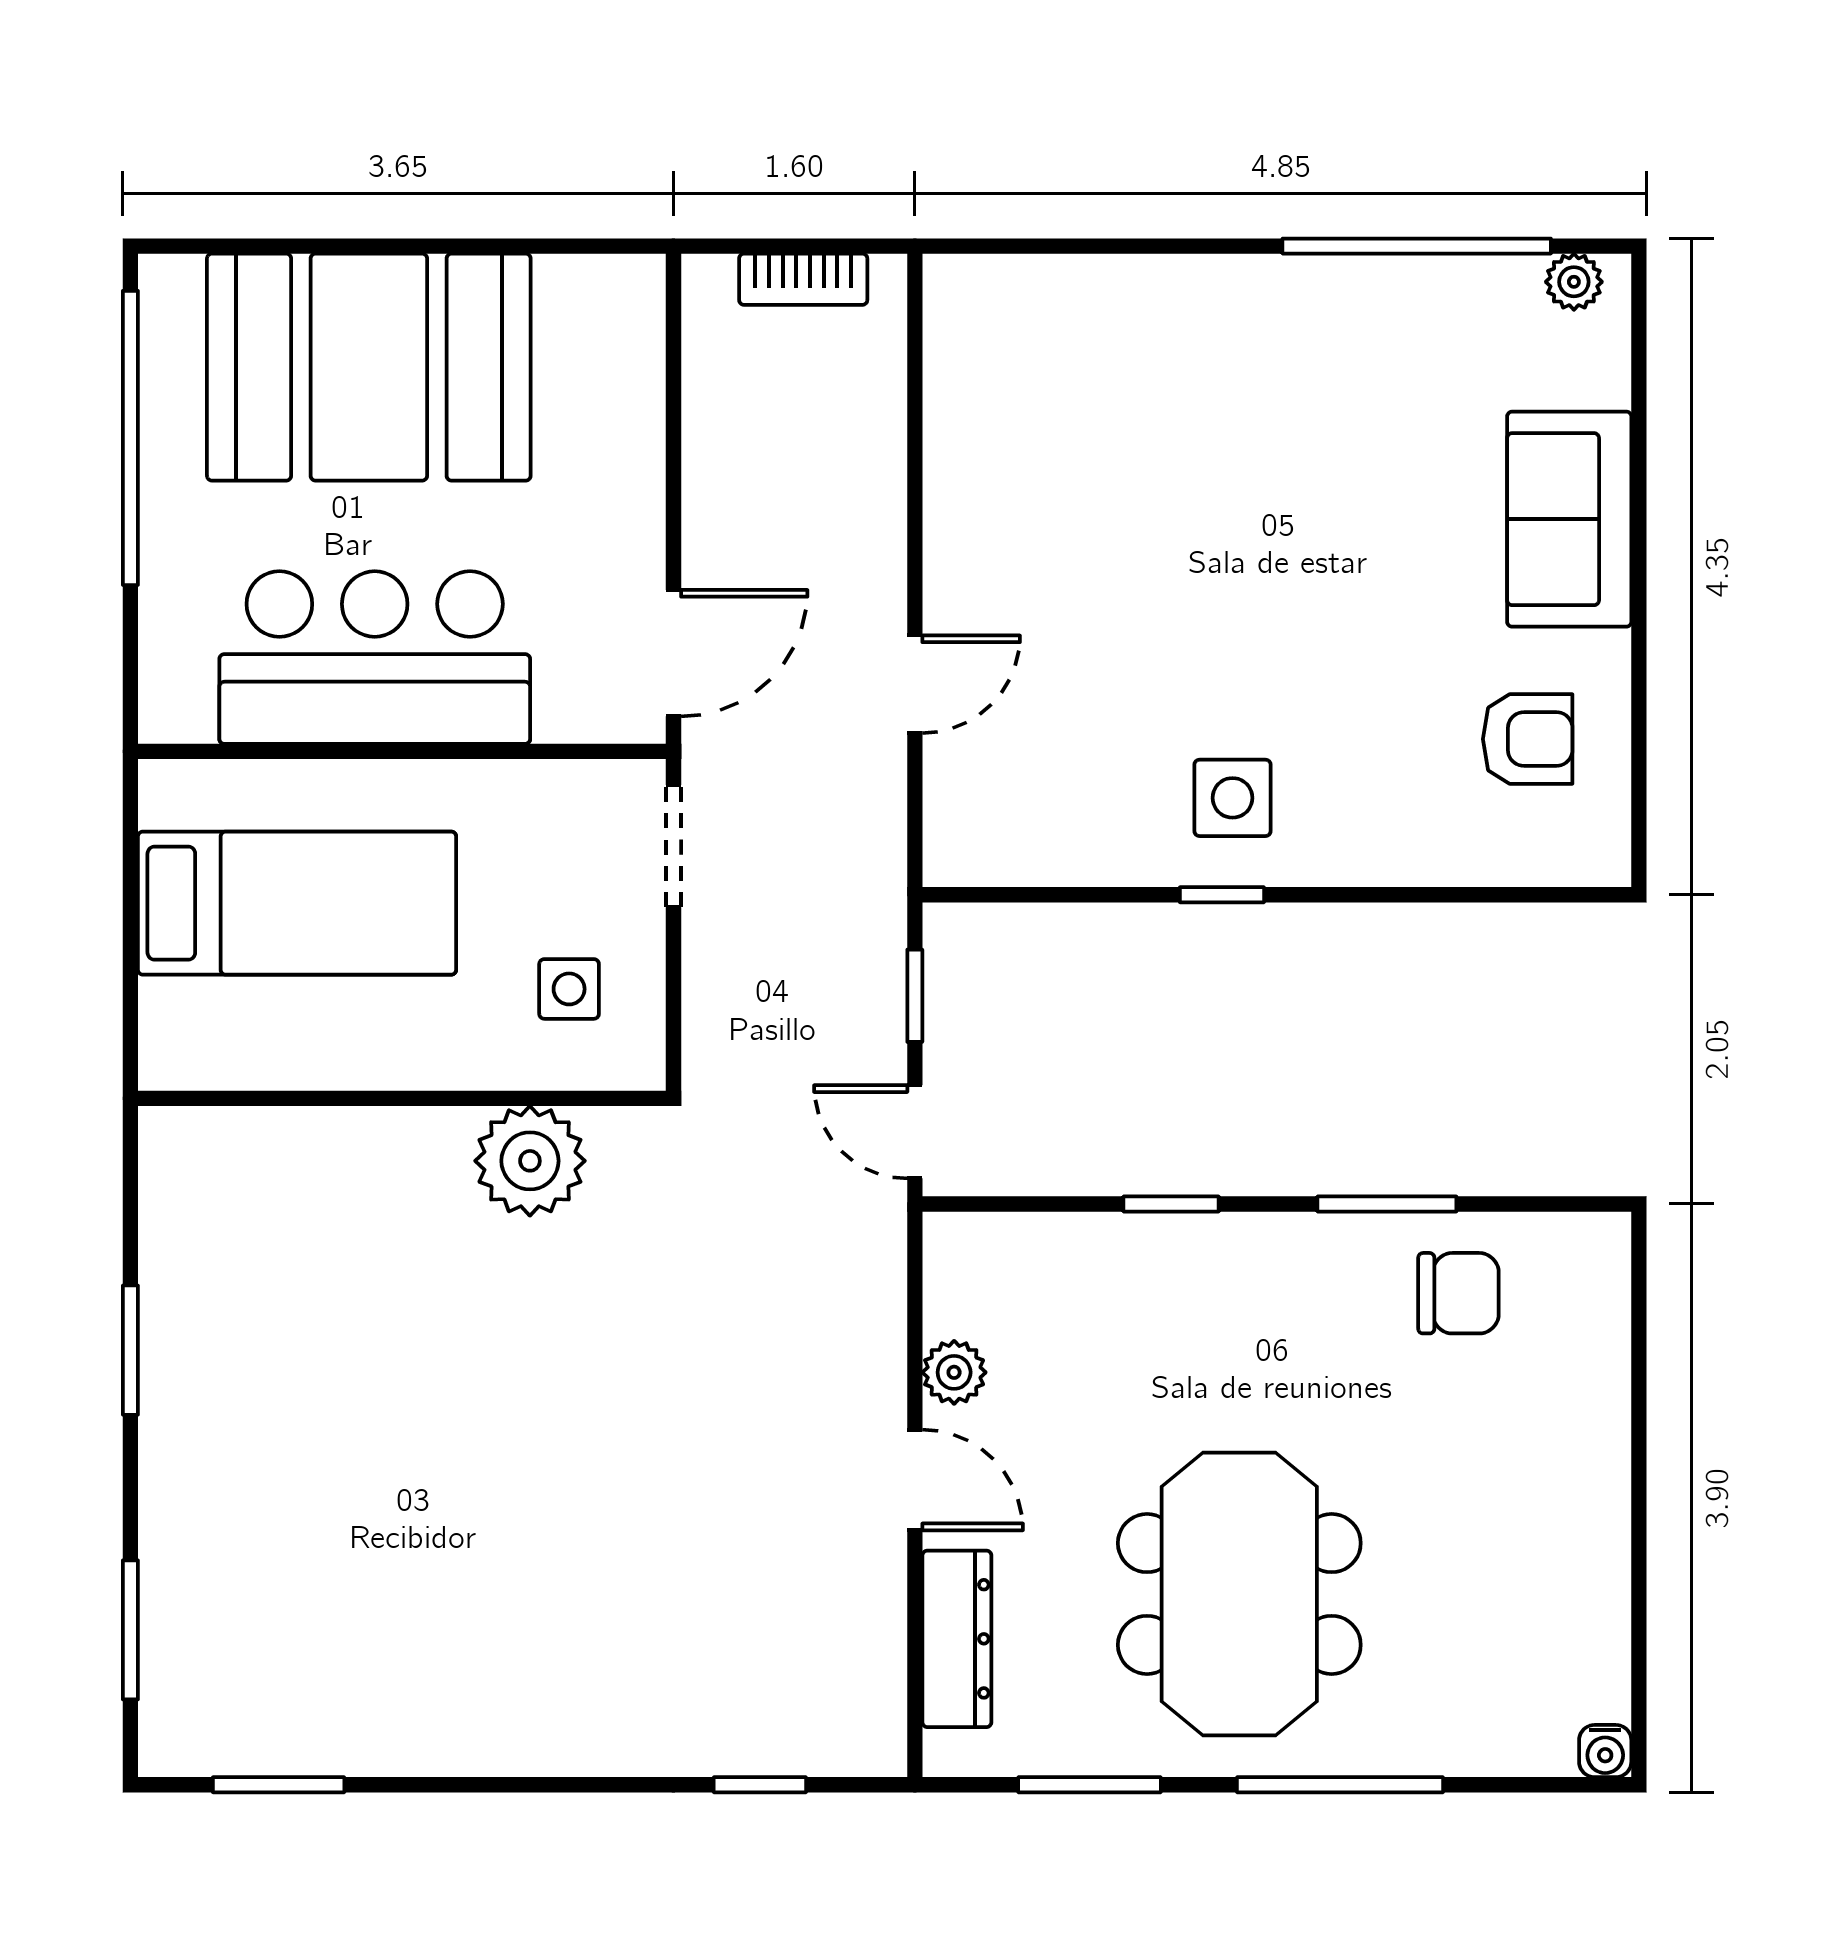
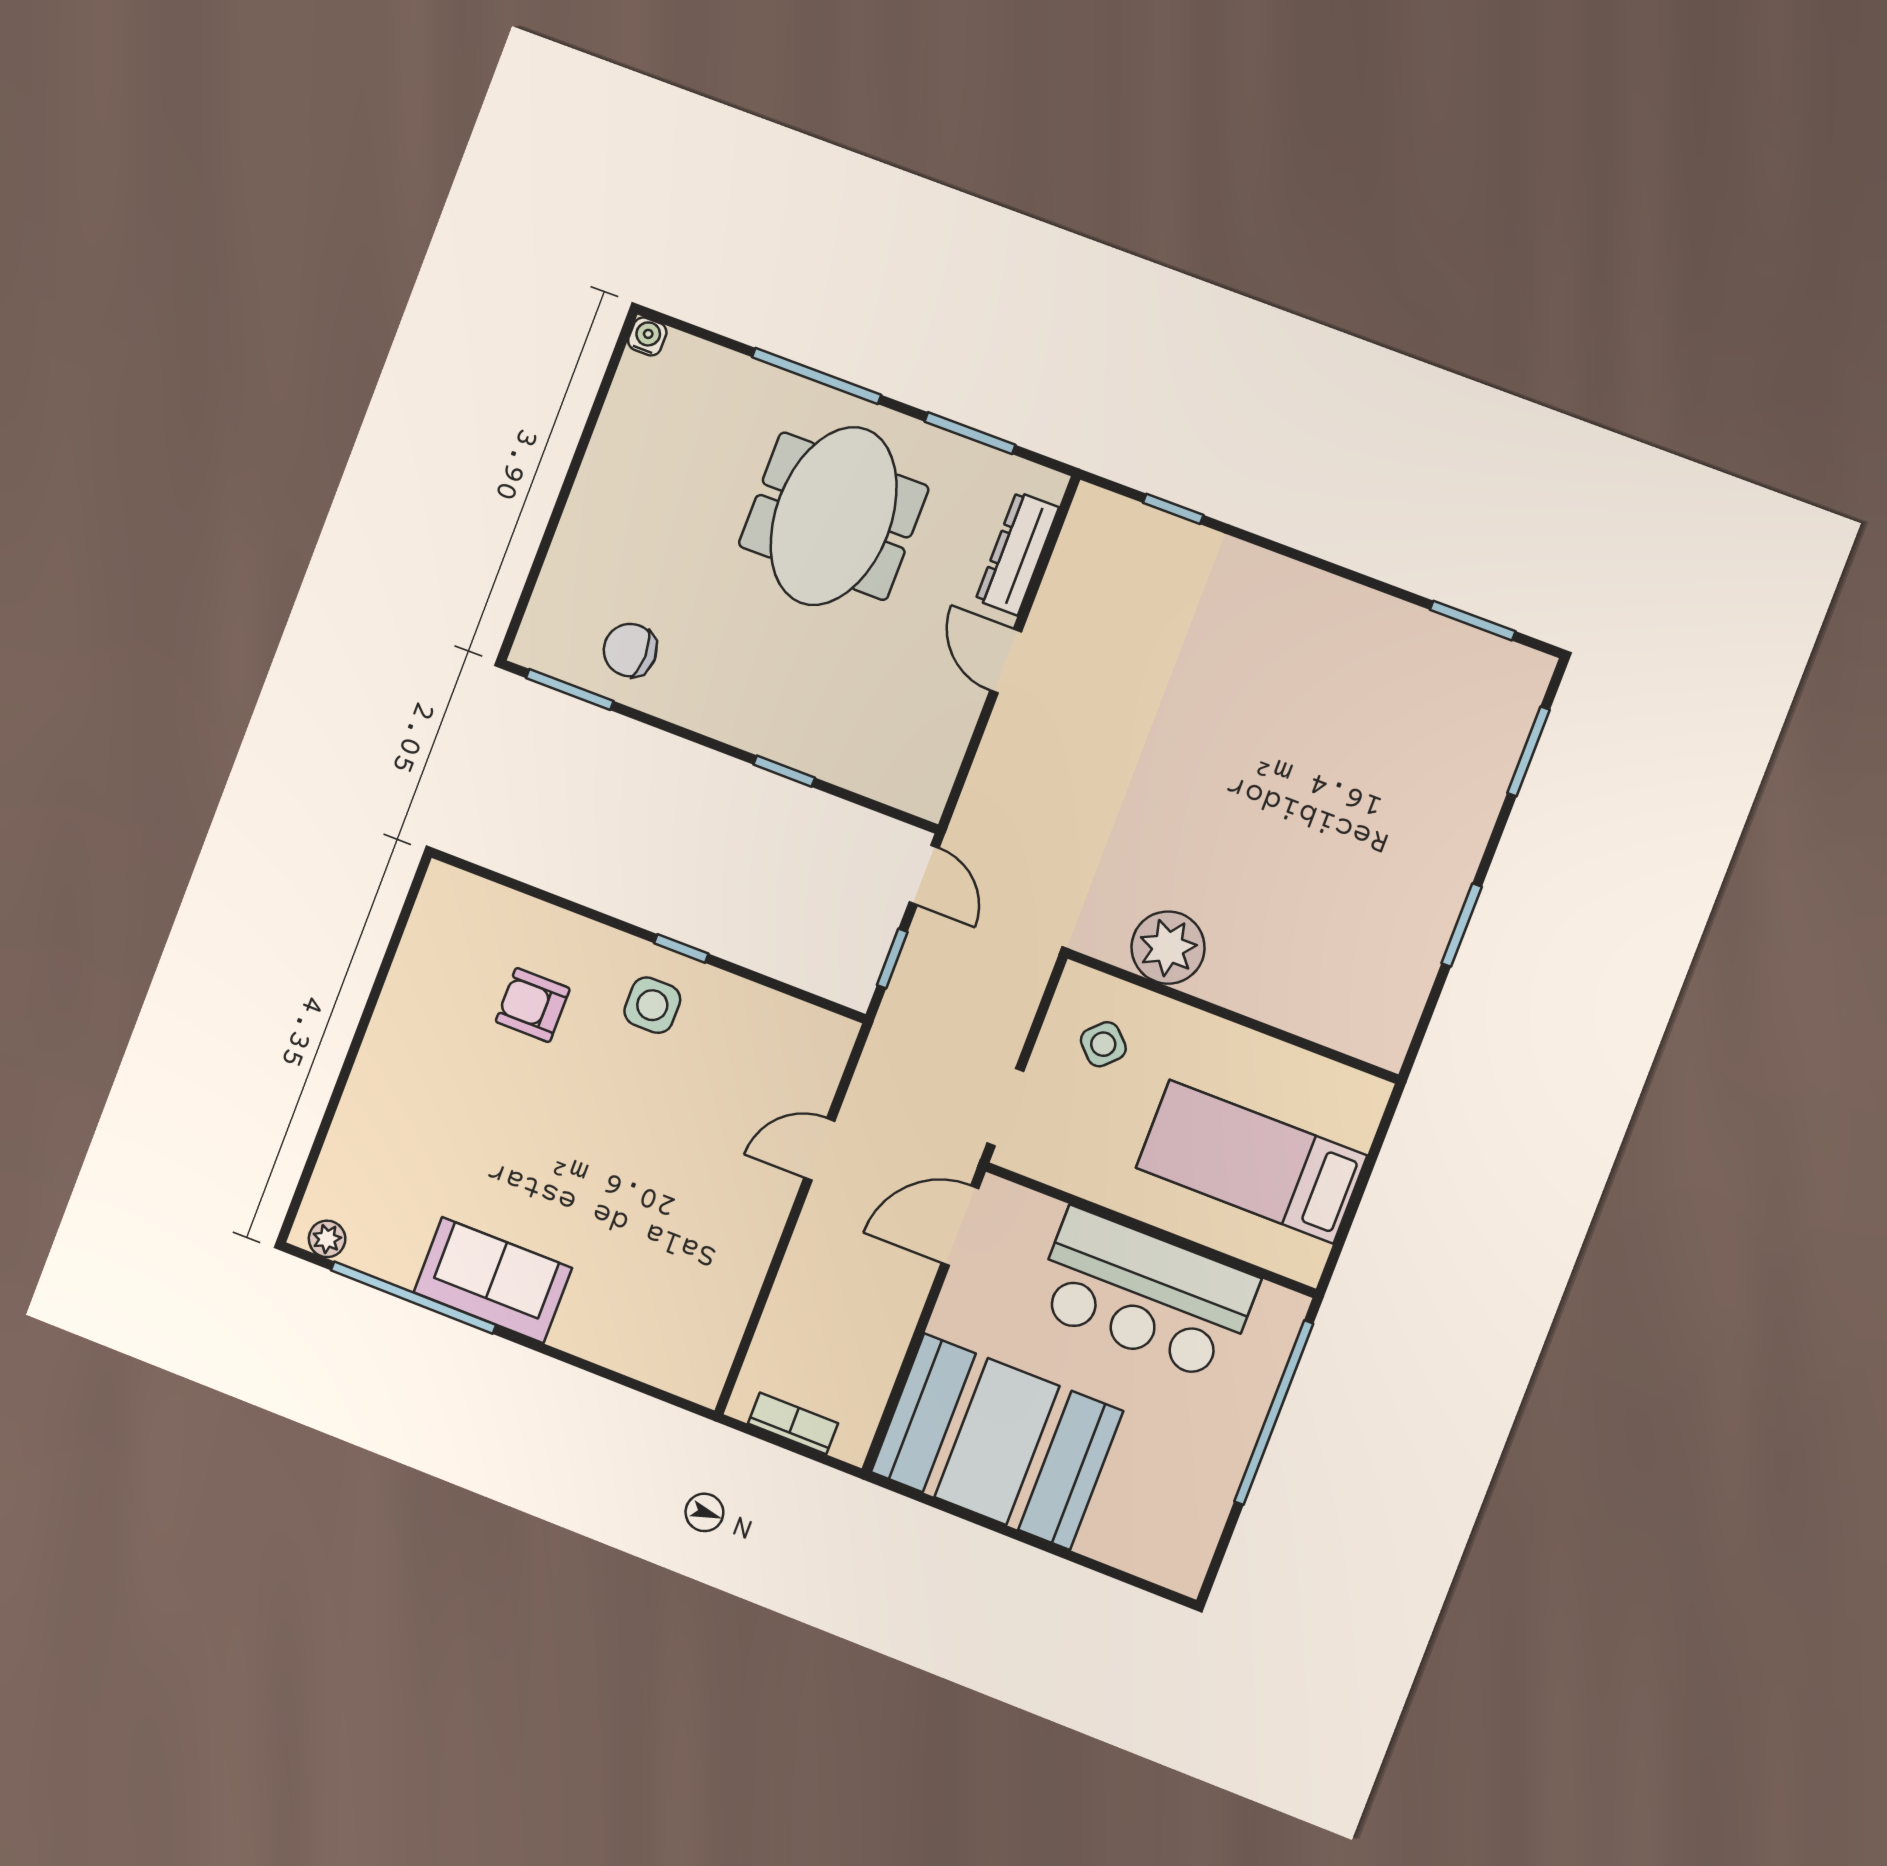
booth: (369, 367) -> (997, 1442), moved
window: (130, 438) -> (1274, 1413), moved
sofa: (1569, 519) -> (493, 1280), moved, turned -90
armchair: (1528, 739) -> (533, 1005), moved
side table: (569, 989) -> (1103, 1044), turned 45
window: (1387, 1204) -> (570, 690), moved
plant: (954, 1372) -> (956, 718), removed

